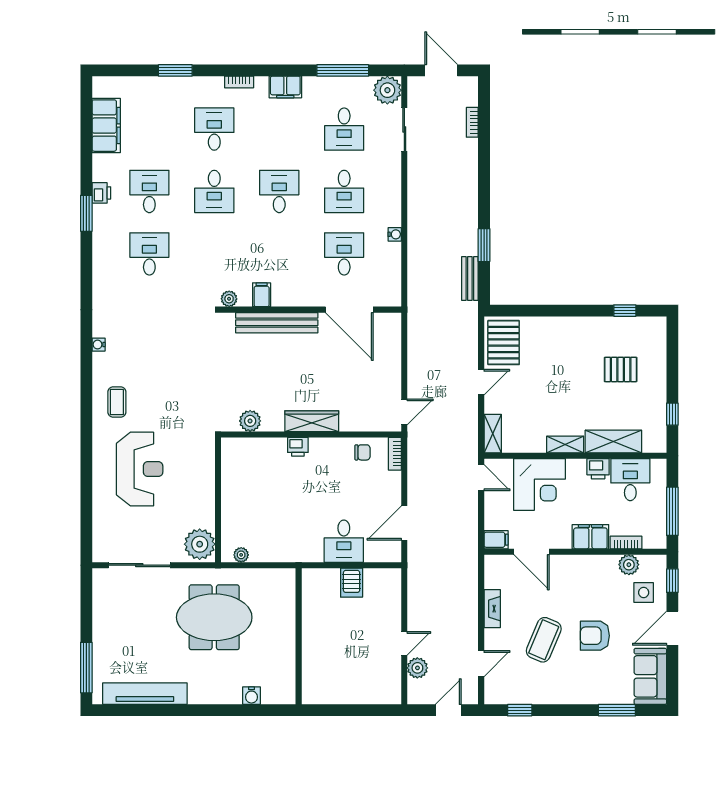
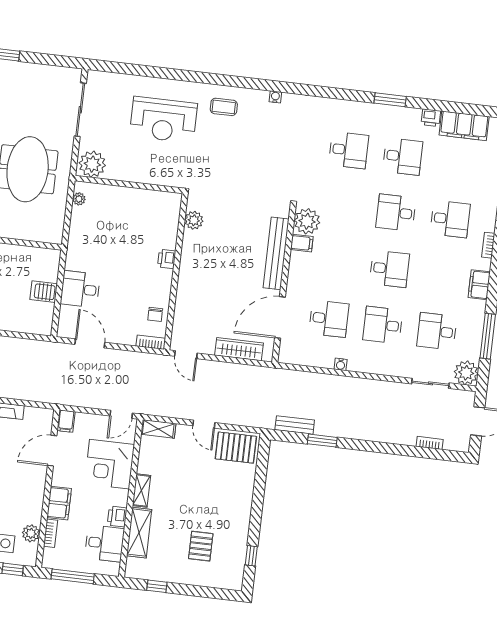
printer: (101, 193) -> (431, 118), moved
plant: (229, 299) -> (307, 221), width x1.88, depth x1.88
wardrobe: (312, 421) -> (239, 349), moved, turned -90

